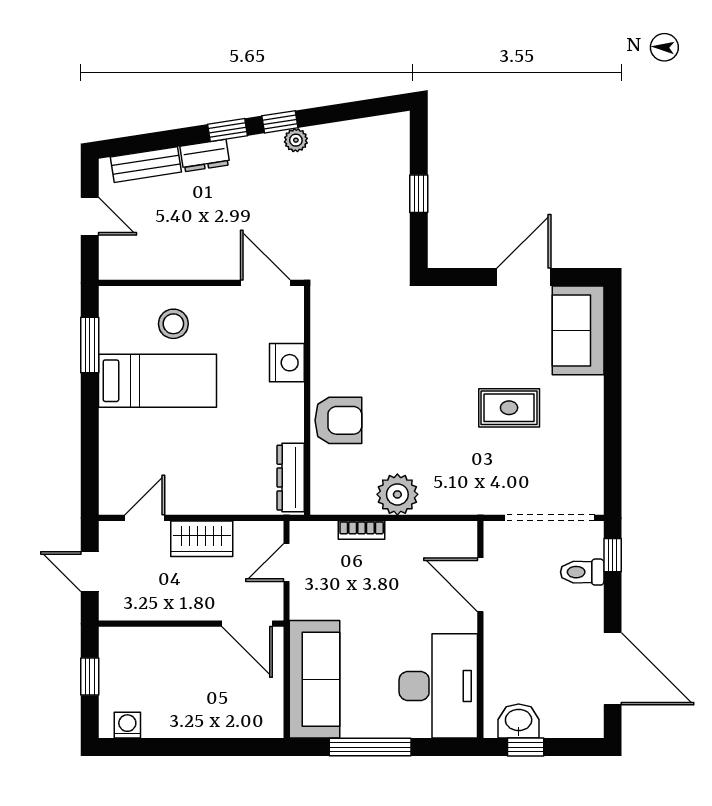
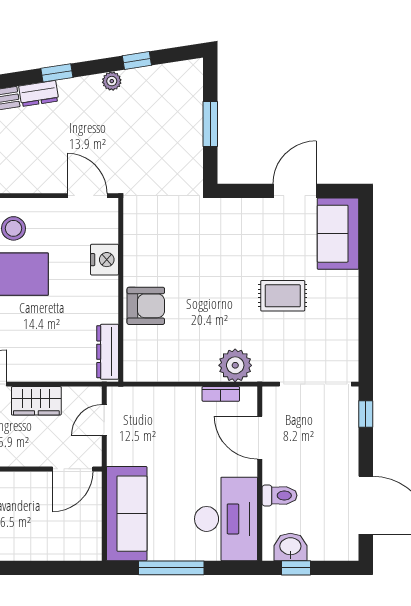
window: (280, 122) -> (137, 61), moved
window: (419, 194) -> (210, 124), width x1.50
plant: (397, 494) -> (235, 365), moved
bookcase: (362, 530) -> (221, 394), moved
toilet: (582, 572) -> (279, 495), moved, turned 180
door: (247, 624) -> (73, 469), hinge flipped

